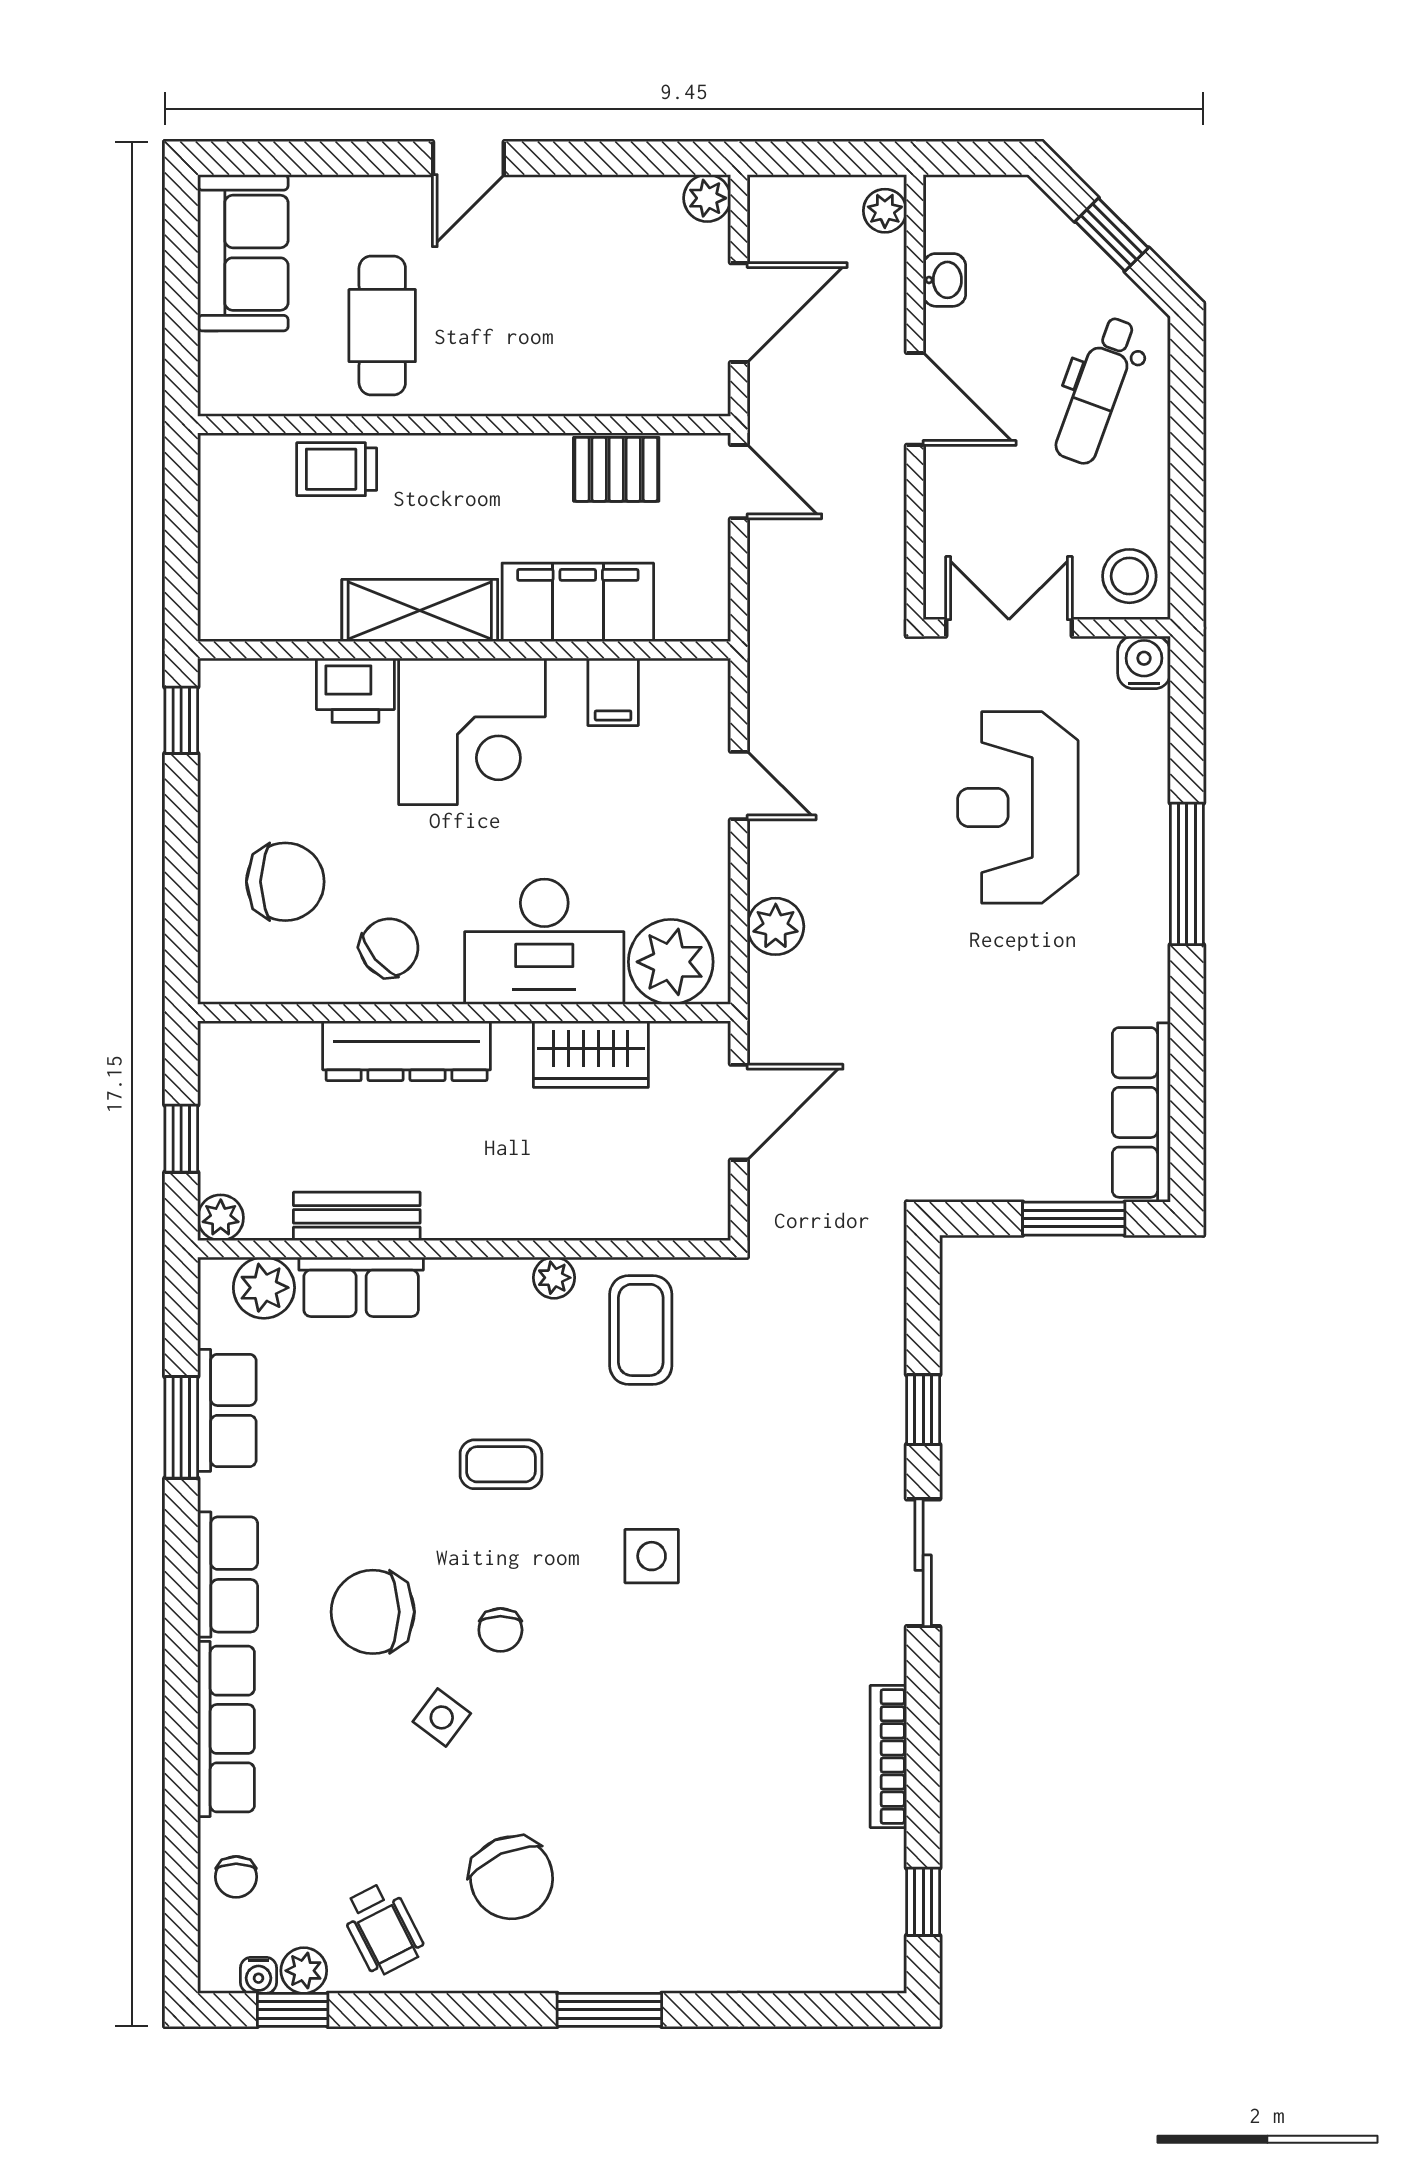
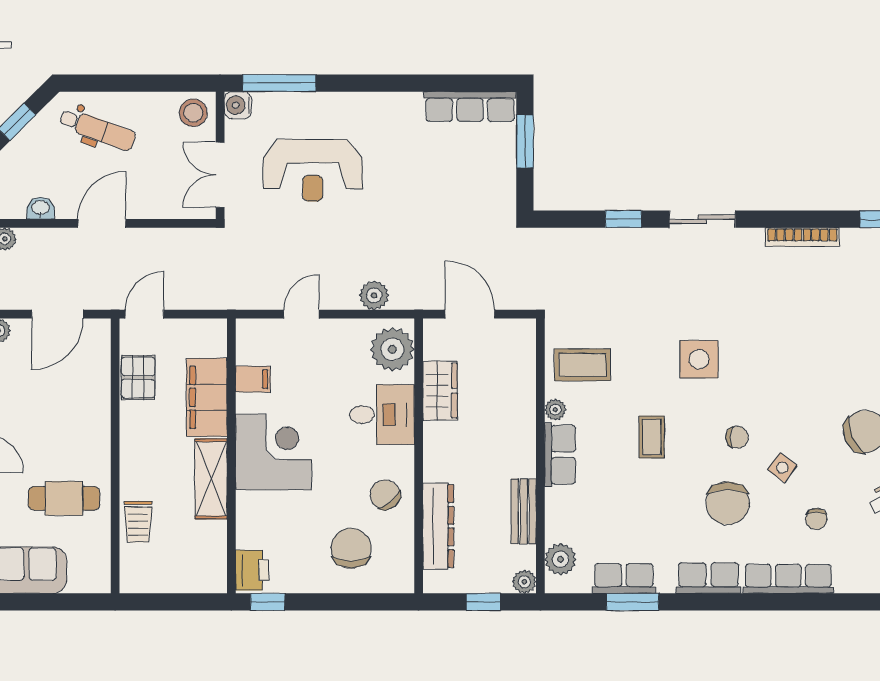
door: (739, 313) -> (57, 314), swing flipped
printer: (355, 690) -> (252, 570), moved
window: (1187, 874) -> (279, 83), moved
desk: (544, 942) -> (382, 415), width x0.73
dresser: (407, 1051) -> (438, 526), moved
row of seats: (361, 1287) -> (560, 455), moved
side table: (652, 1556) -> (699, 359), width x1.37, depth x1.37
chair: (236, 1877) -> (816, 519), moved, turned 90

